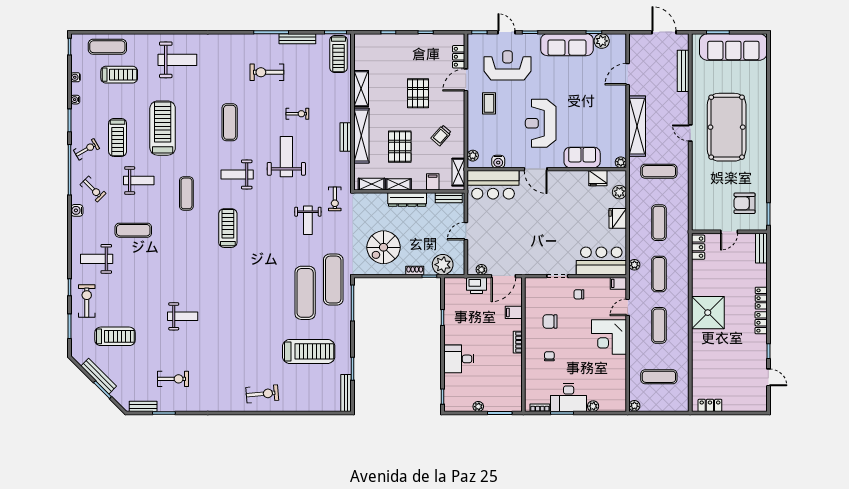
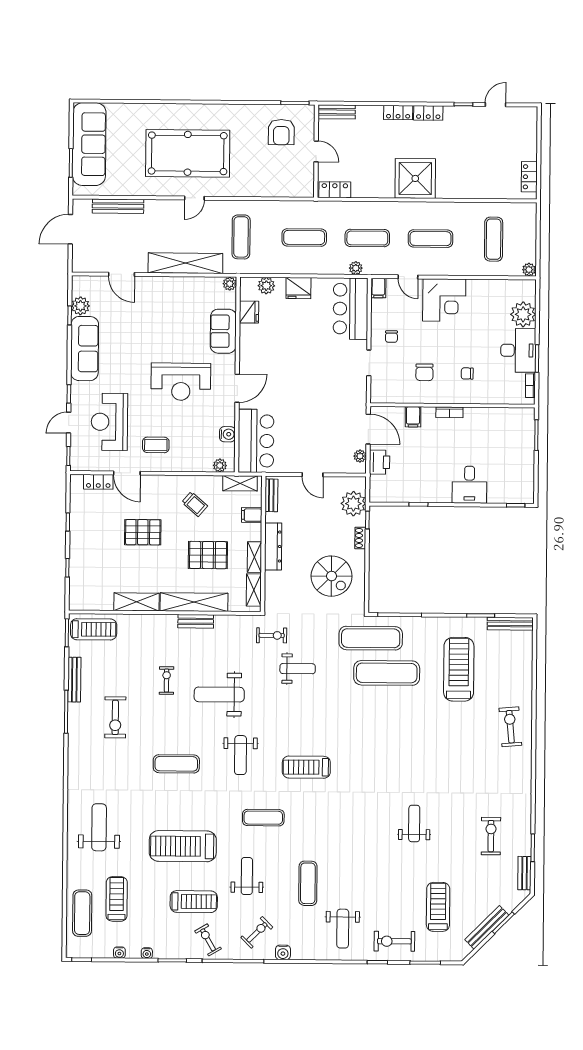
plant: (593, 406) -> (523, 314), width x1.88, depth x1.88
plant: (478, 407) -> (528, 461), removed

